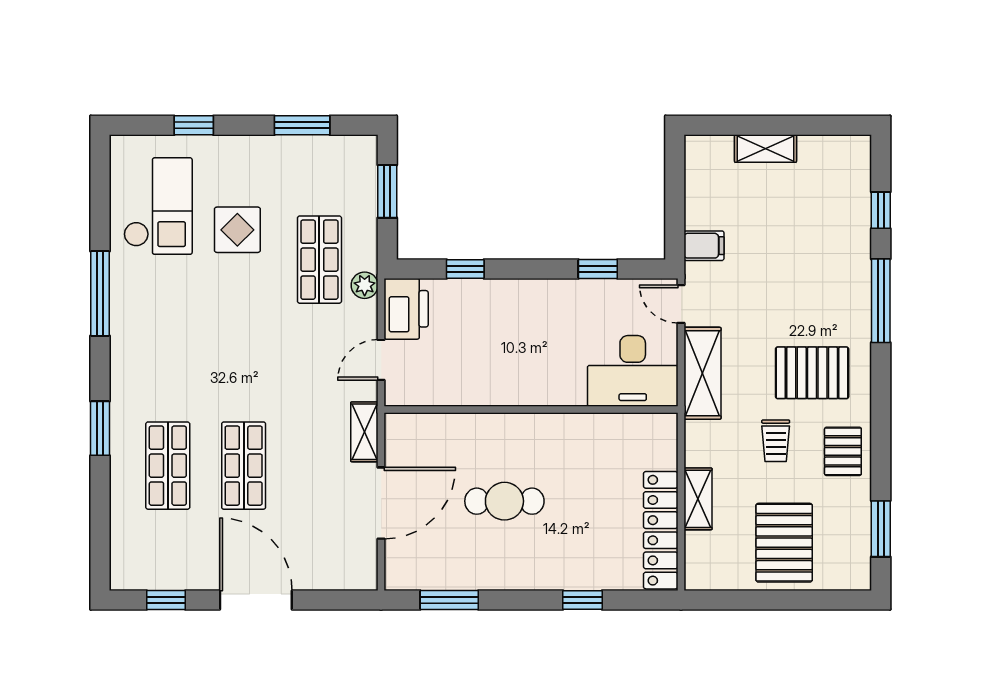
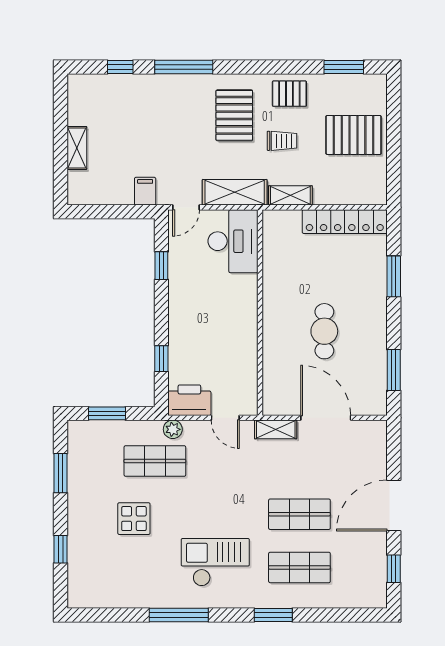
checkout: (158, 206) -> (215, 562), moved
shelving: (698, 499) -> (290, 195), moved
window: (582, 600) -> (394, 276), width x1.50

